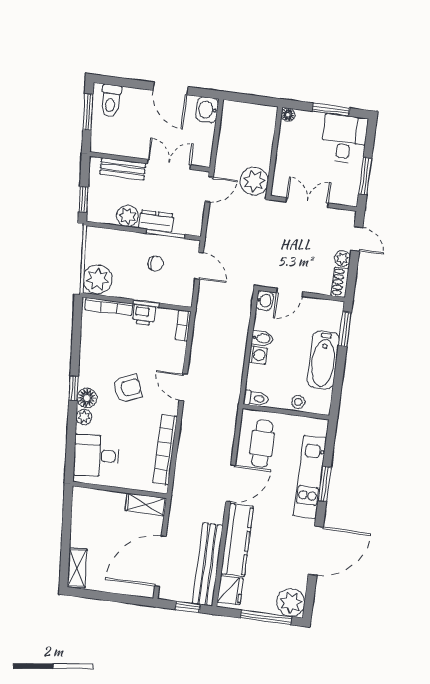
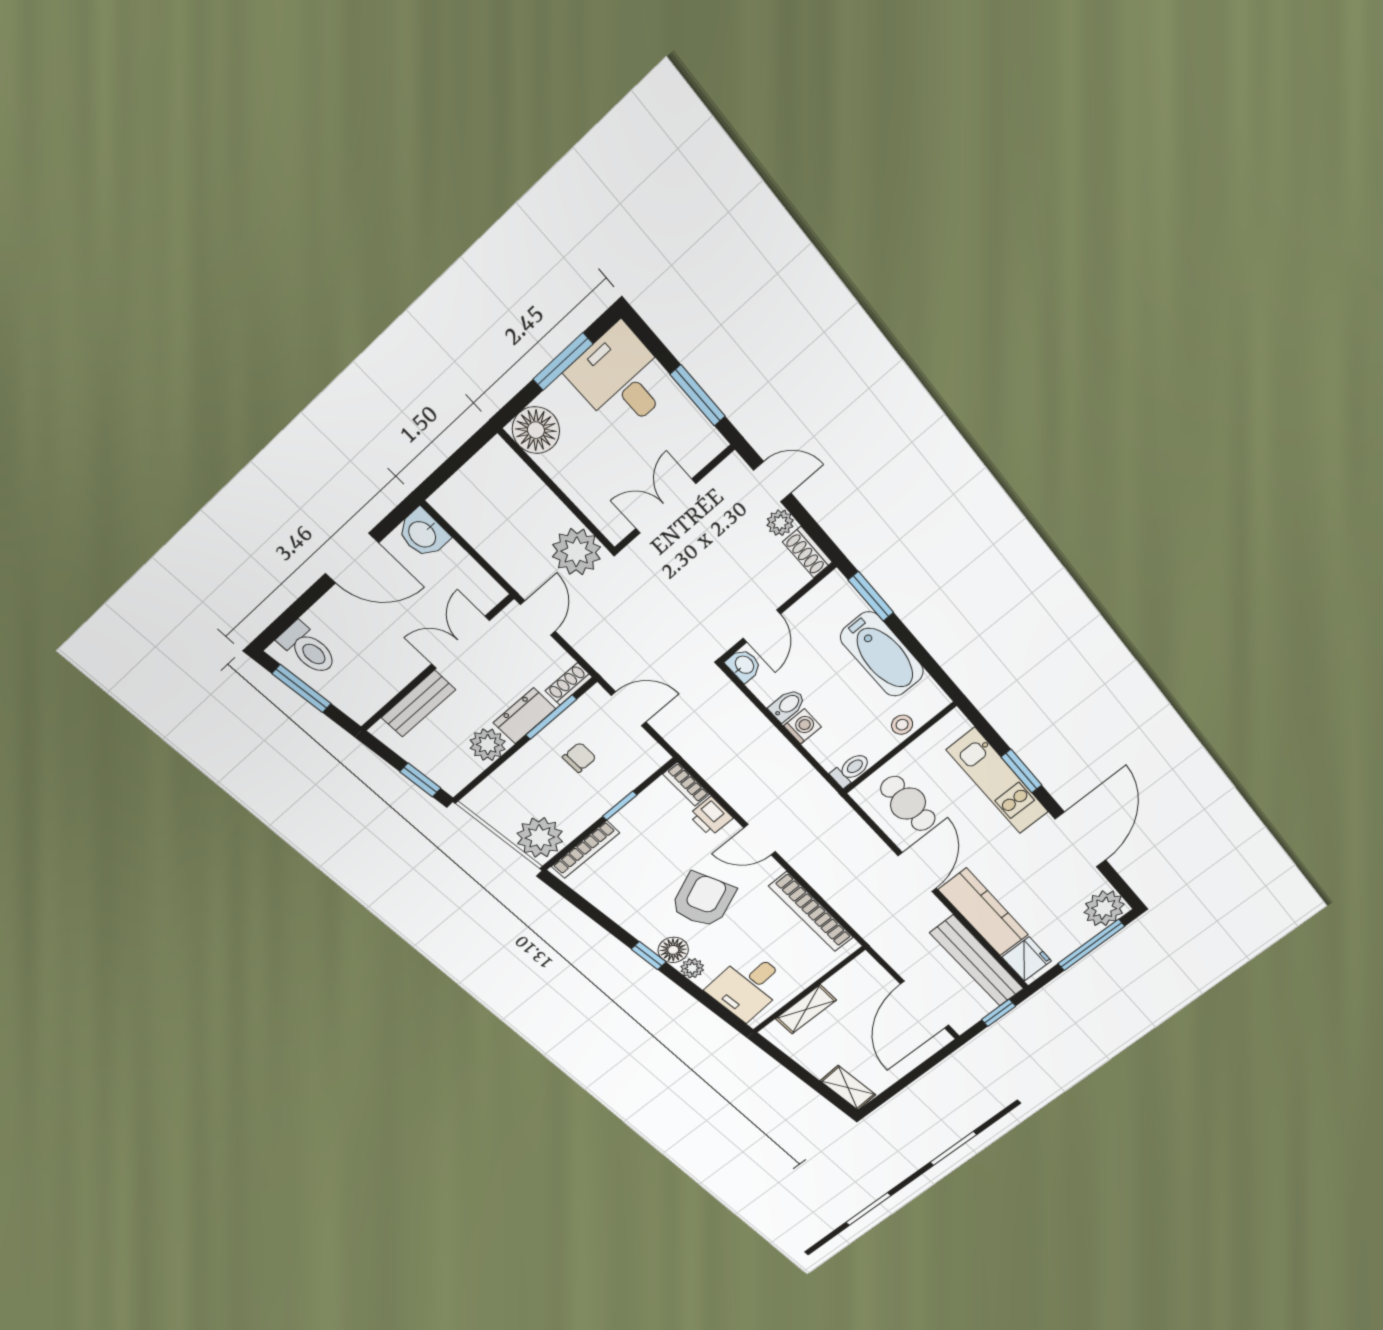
floor lamp: (288, 115) -> (536, 430), width x1.89, depth x1.89
shoe rack: (189, 228) -> (569, 684), added
printer: (144, 315) -> (711, 816), moved, turned 90
armchair: (128, 388) -> (703, 900), width x1.38, depth x1.38
shelving: (146, 504) -> (806, 1009), moved

